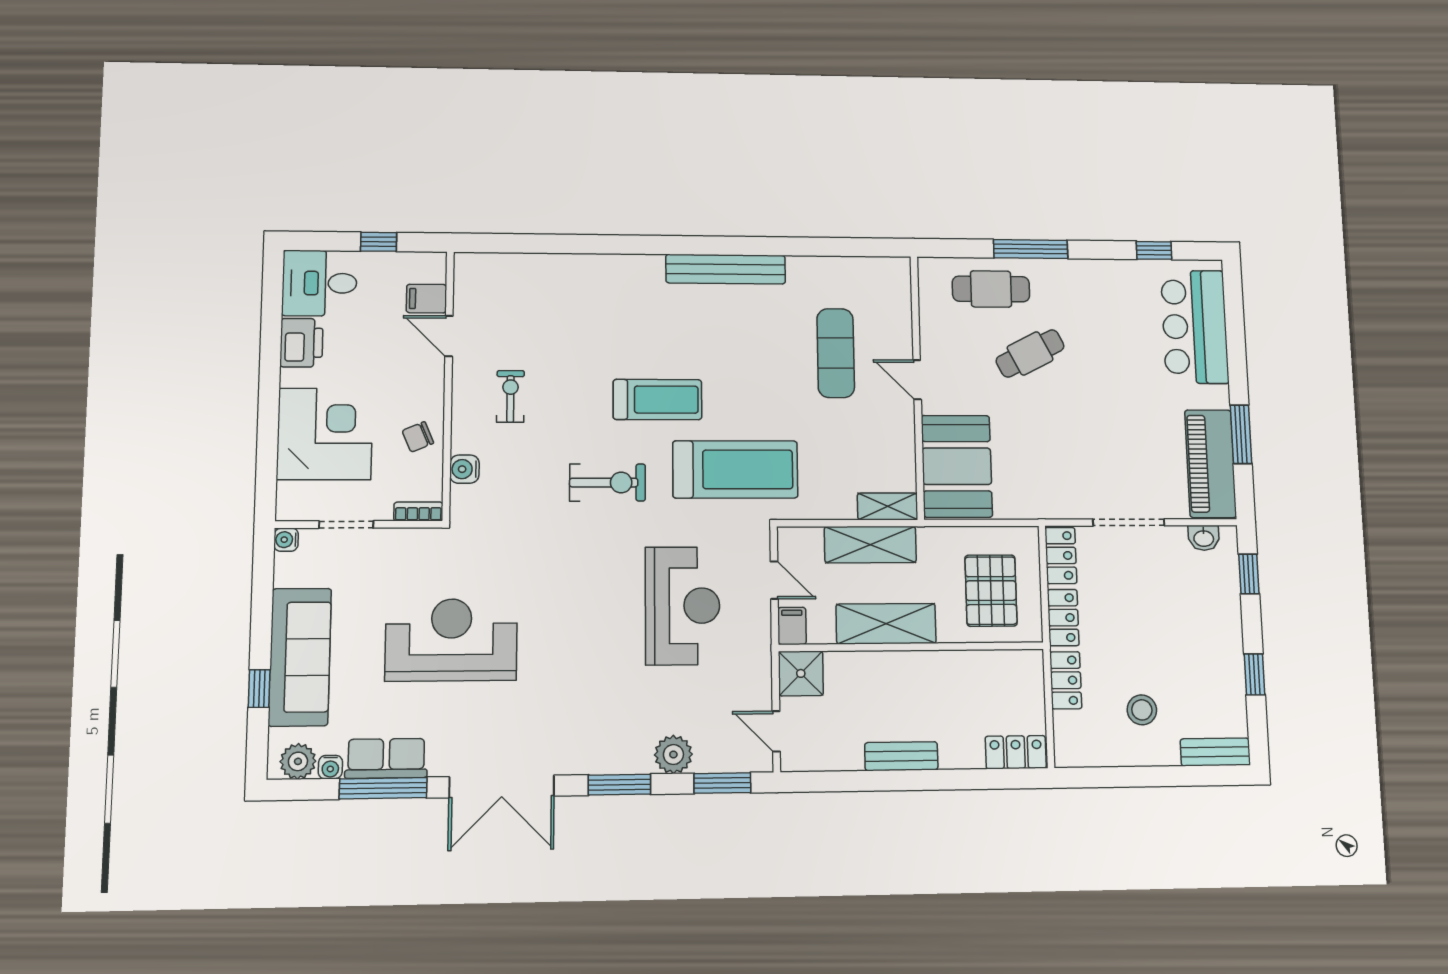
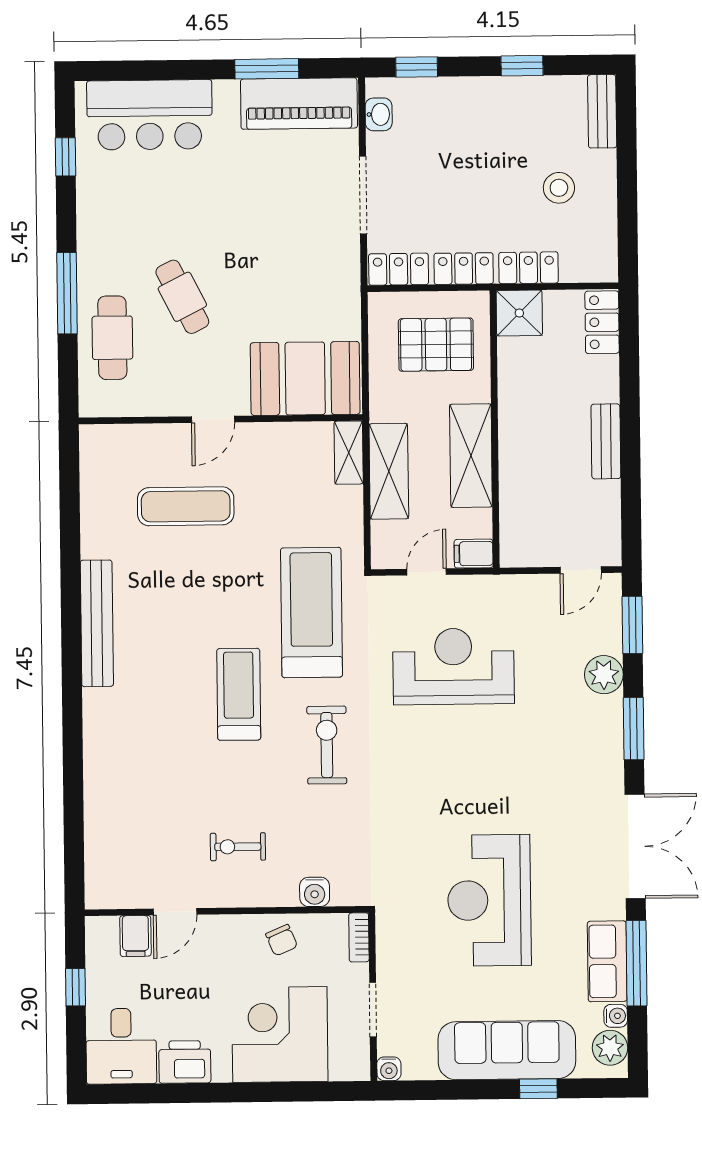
shower: (801, 673) -> (519, 313), moved

